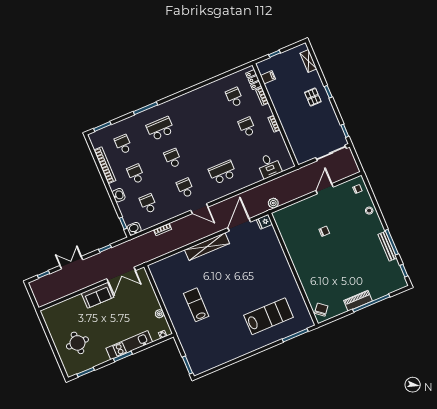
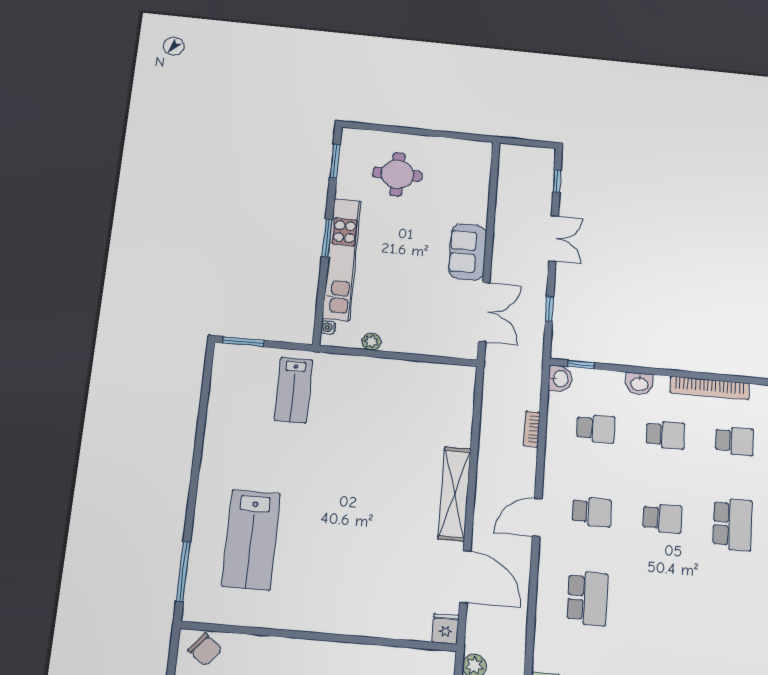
double door: (121, 275) -> (484, 312), swing flipped
lab bench: (196, 305) -> (294, 390), moved, turned 90
kitchen unit: (129, 345) -> (342, 259), width x1.36

